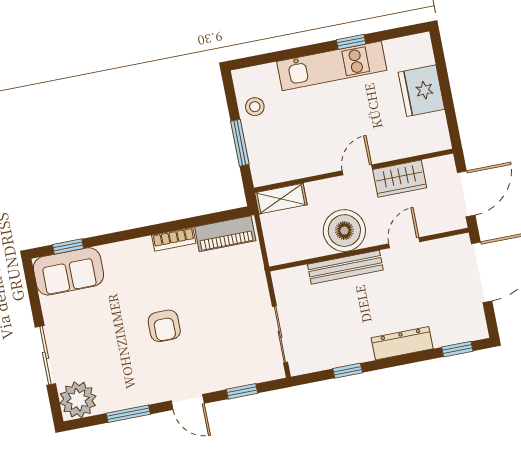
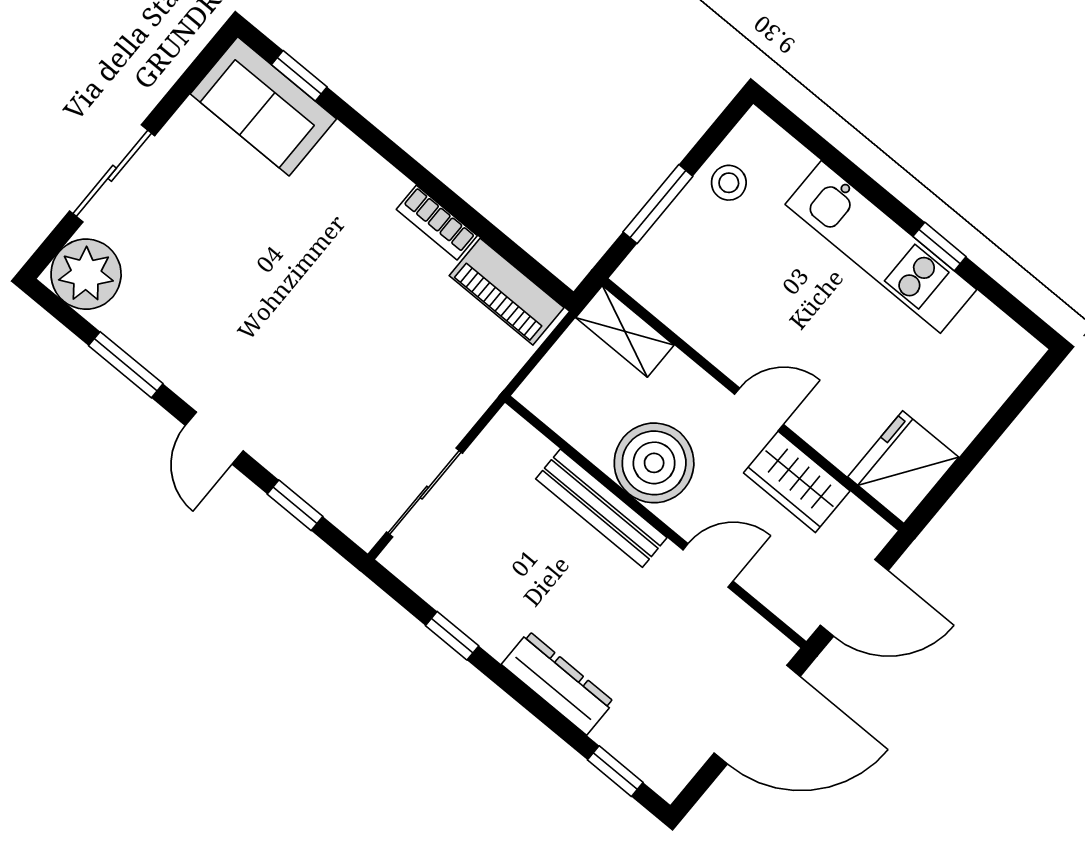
fridge: (421, 91) -> (903, 467), moved
armchair: (164, 326) -> (298, 312), removed

